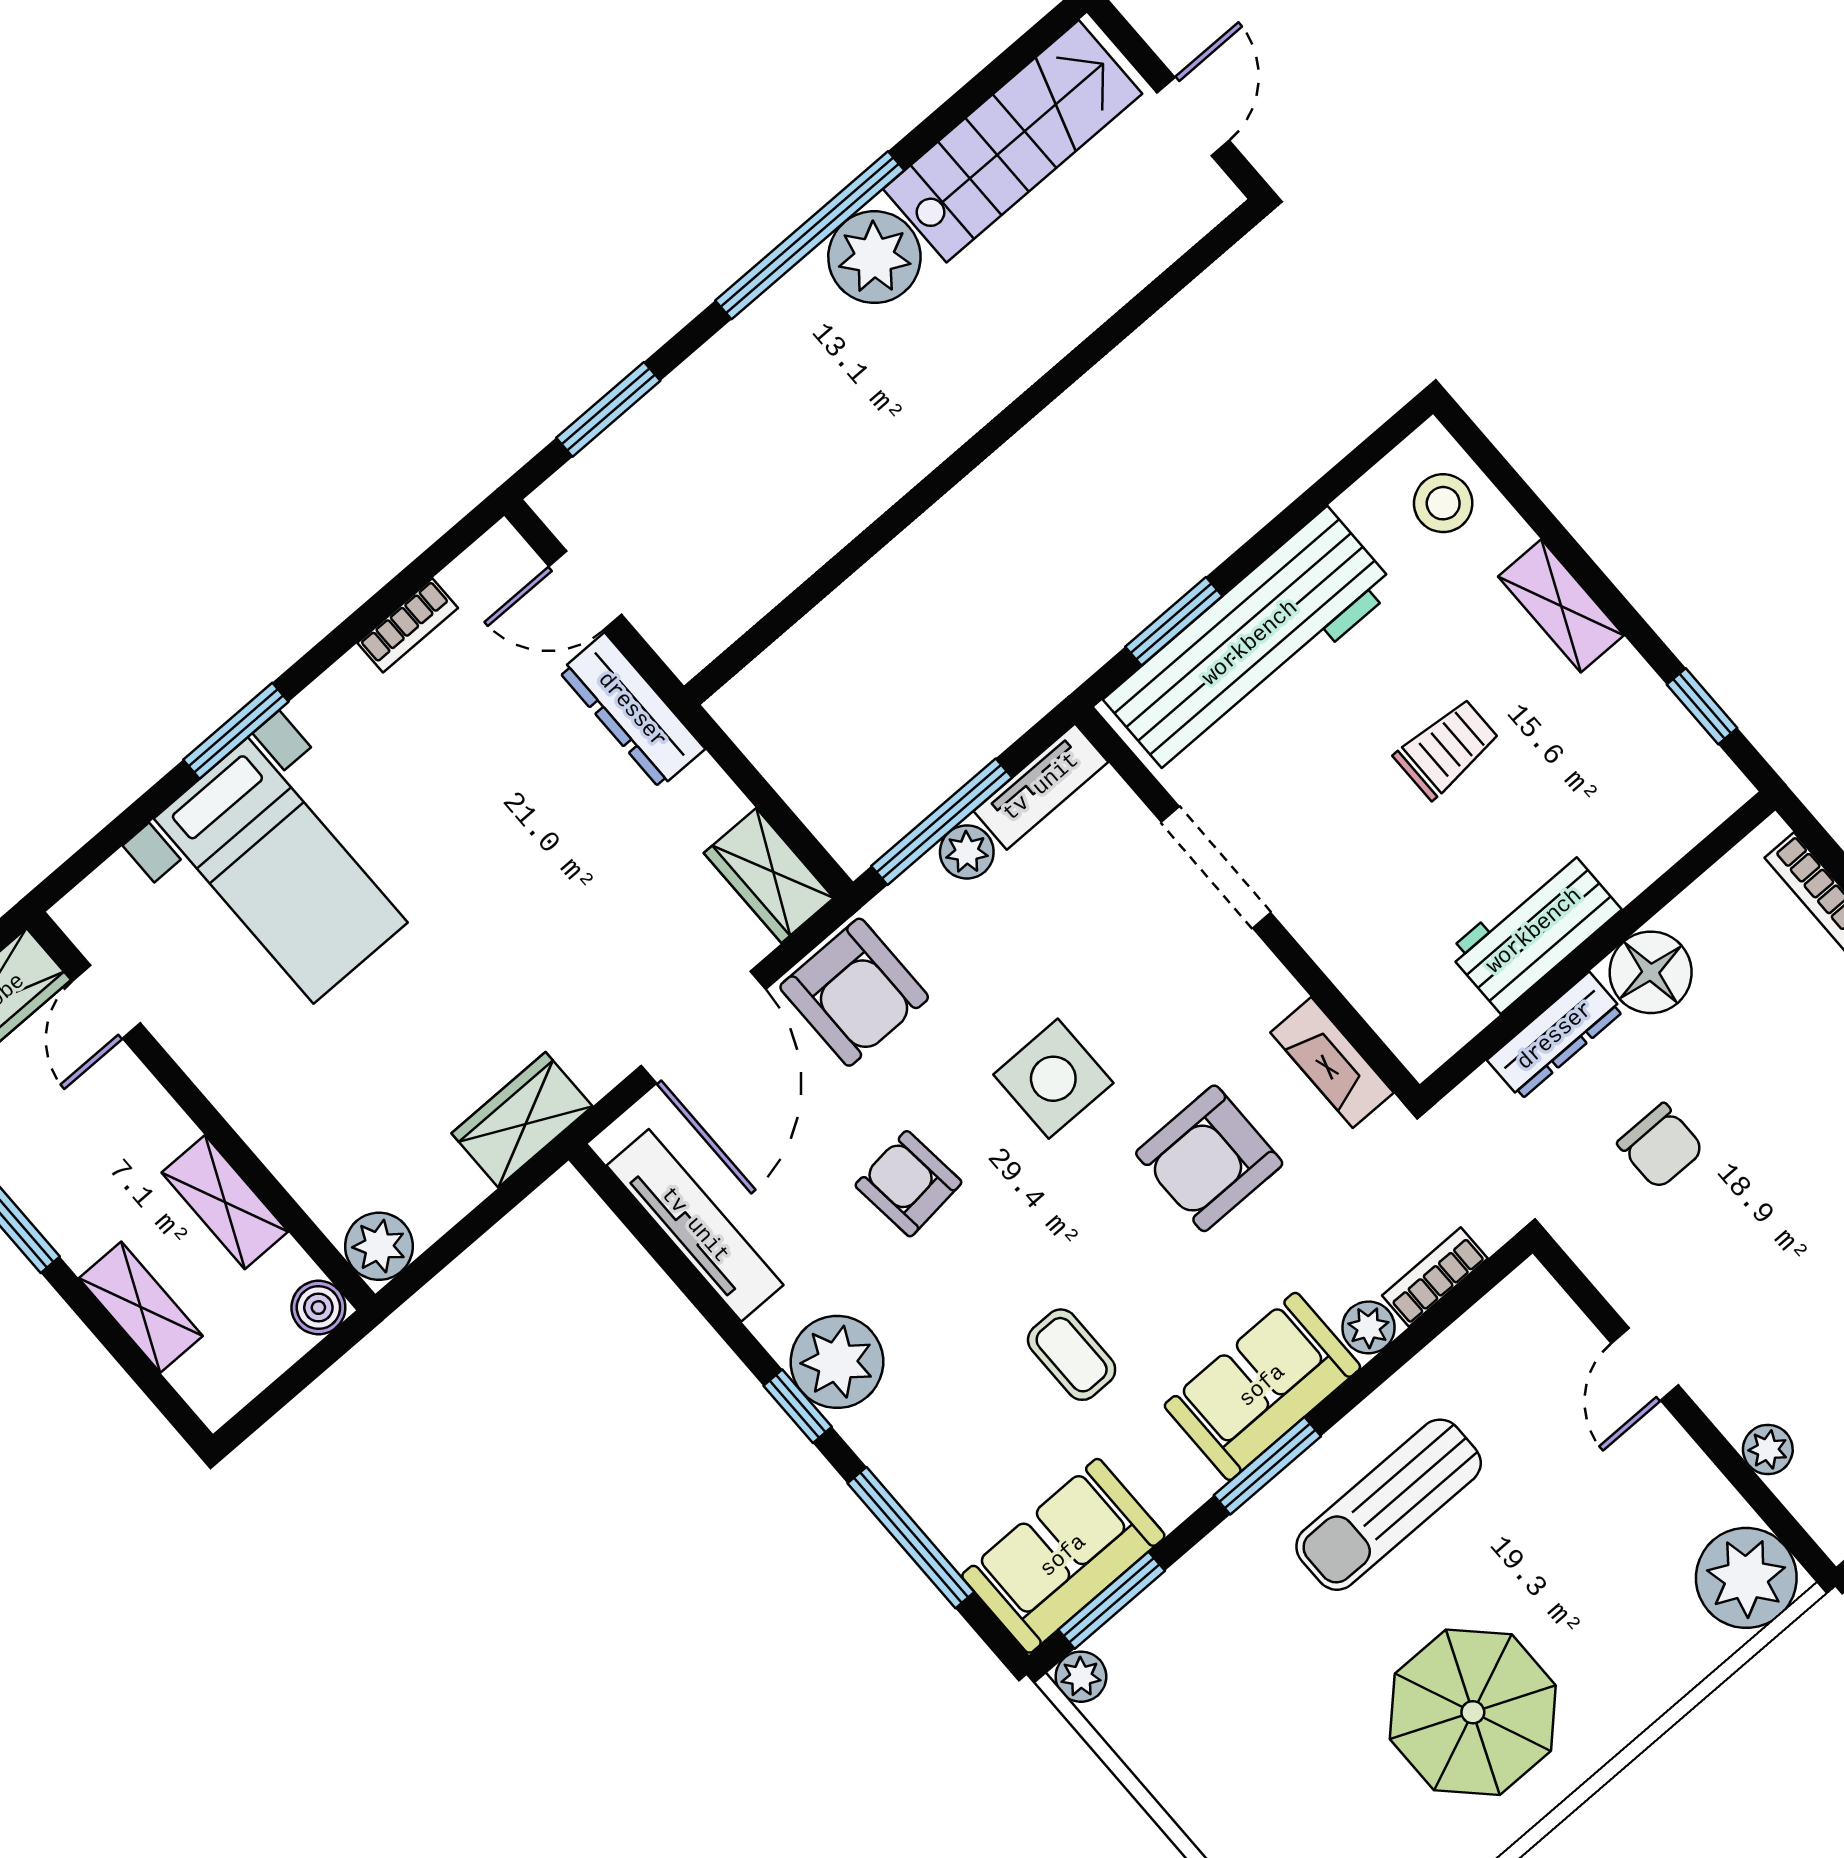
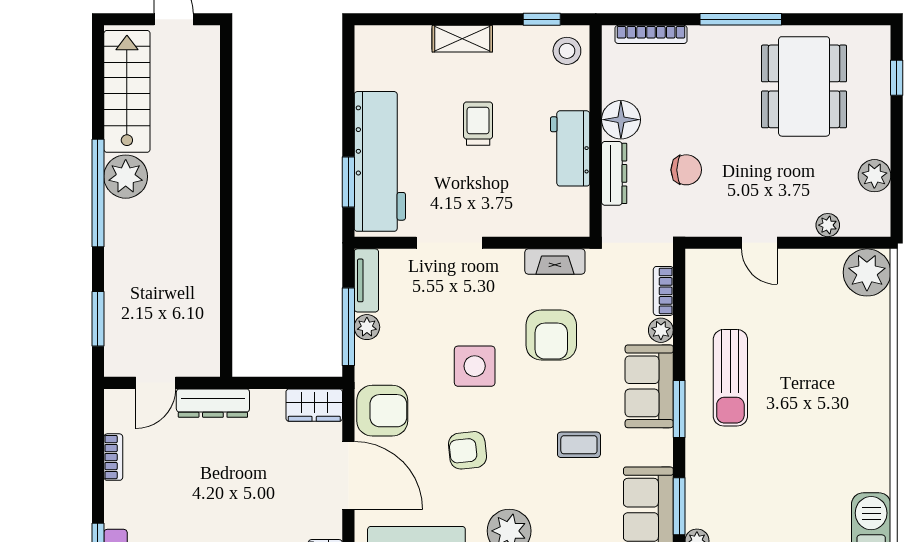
stool: (1443, 503) -> (567, 51), moved
parasol: (1473, 1712) -> (831, 412), removed

